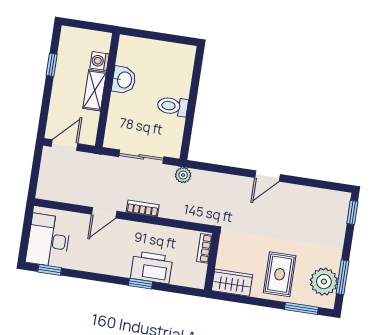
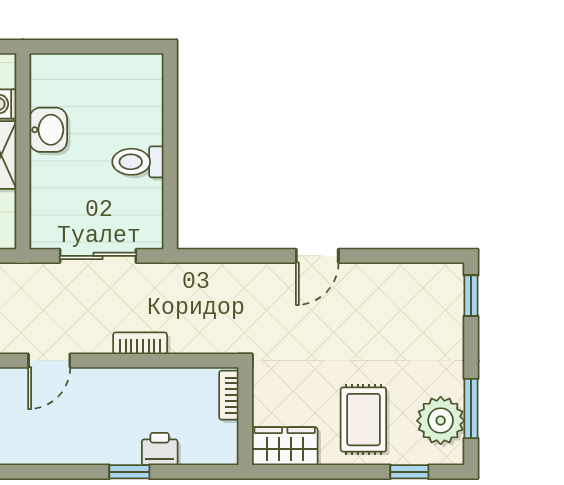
plant: (183, 175) -> (174, 276), removed
bookcase: (143, 208) -> (140, 343), moved
printer: (152, 267) -> (160, 449), width x0.53, depth x0.68
window: (301, 308) -> (409, 472), width x0.67

